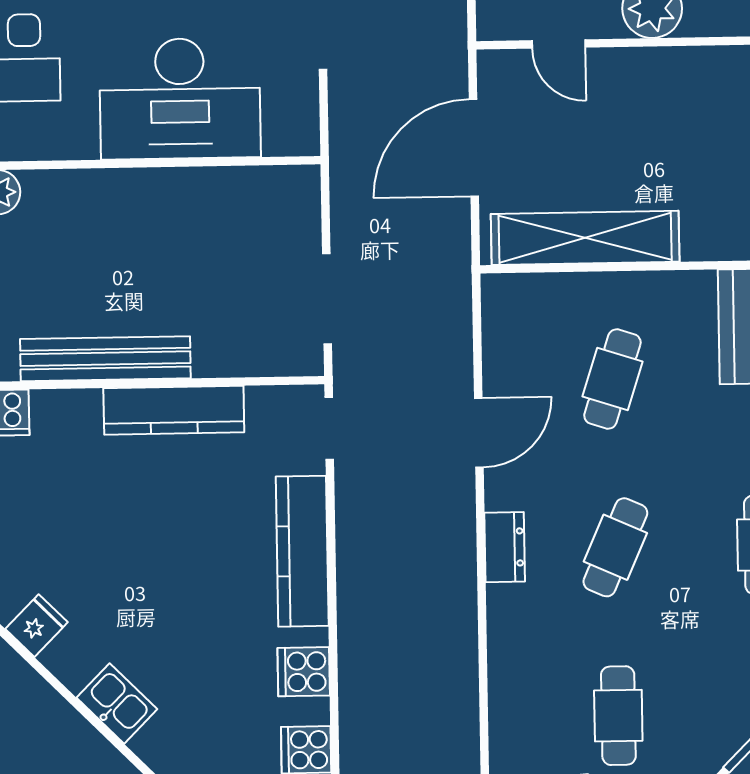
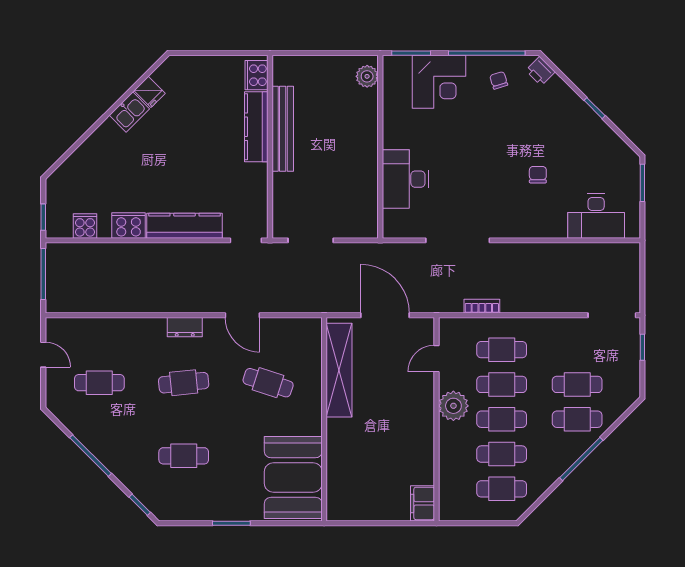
desk: (180, 99) -> (405, 179), width x0.73, depth x0.77
kitchen counter: (174, 410) -> (256, 127), moved
cafe table: (615, 547) -> (184, 383), turned -30
cooker: (304, 672) -> (129, 225), width x1.36
kitchen sink: (117, 703) -> (129, 112), moved

